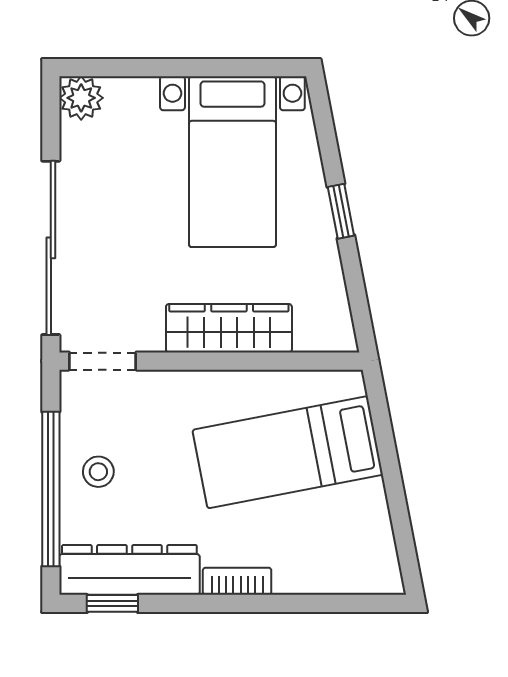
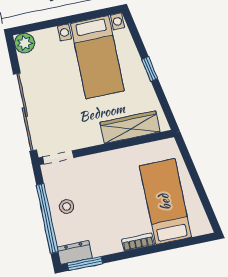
wardrobe: (229, 328) -> (130, 127), moved
bed: (288, 452) -> (165, 202), moved, turned 101
dresser: (129, 570) -> (75, 252), width x0.51, depth x0.80
window: (112, 603) -> (85, 263), width x1.50

